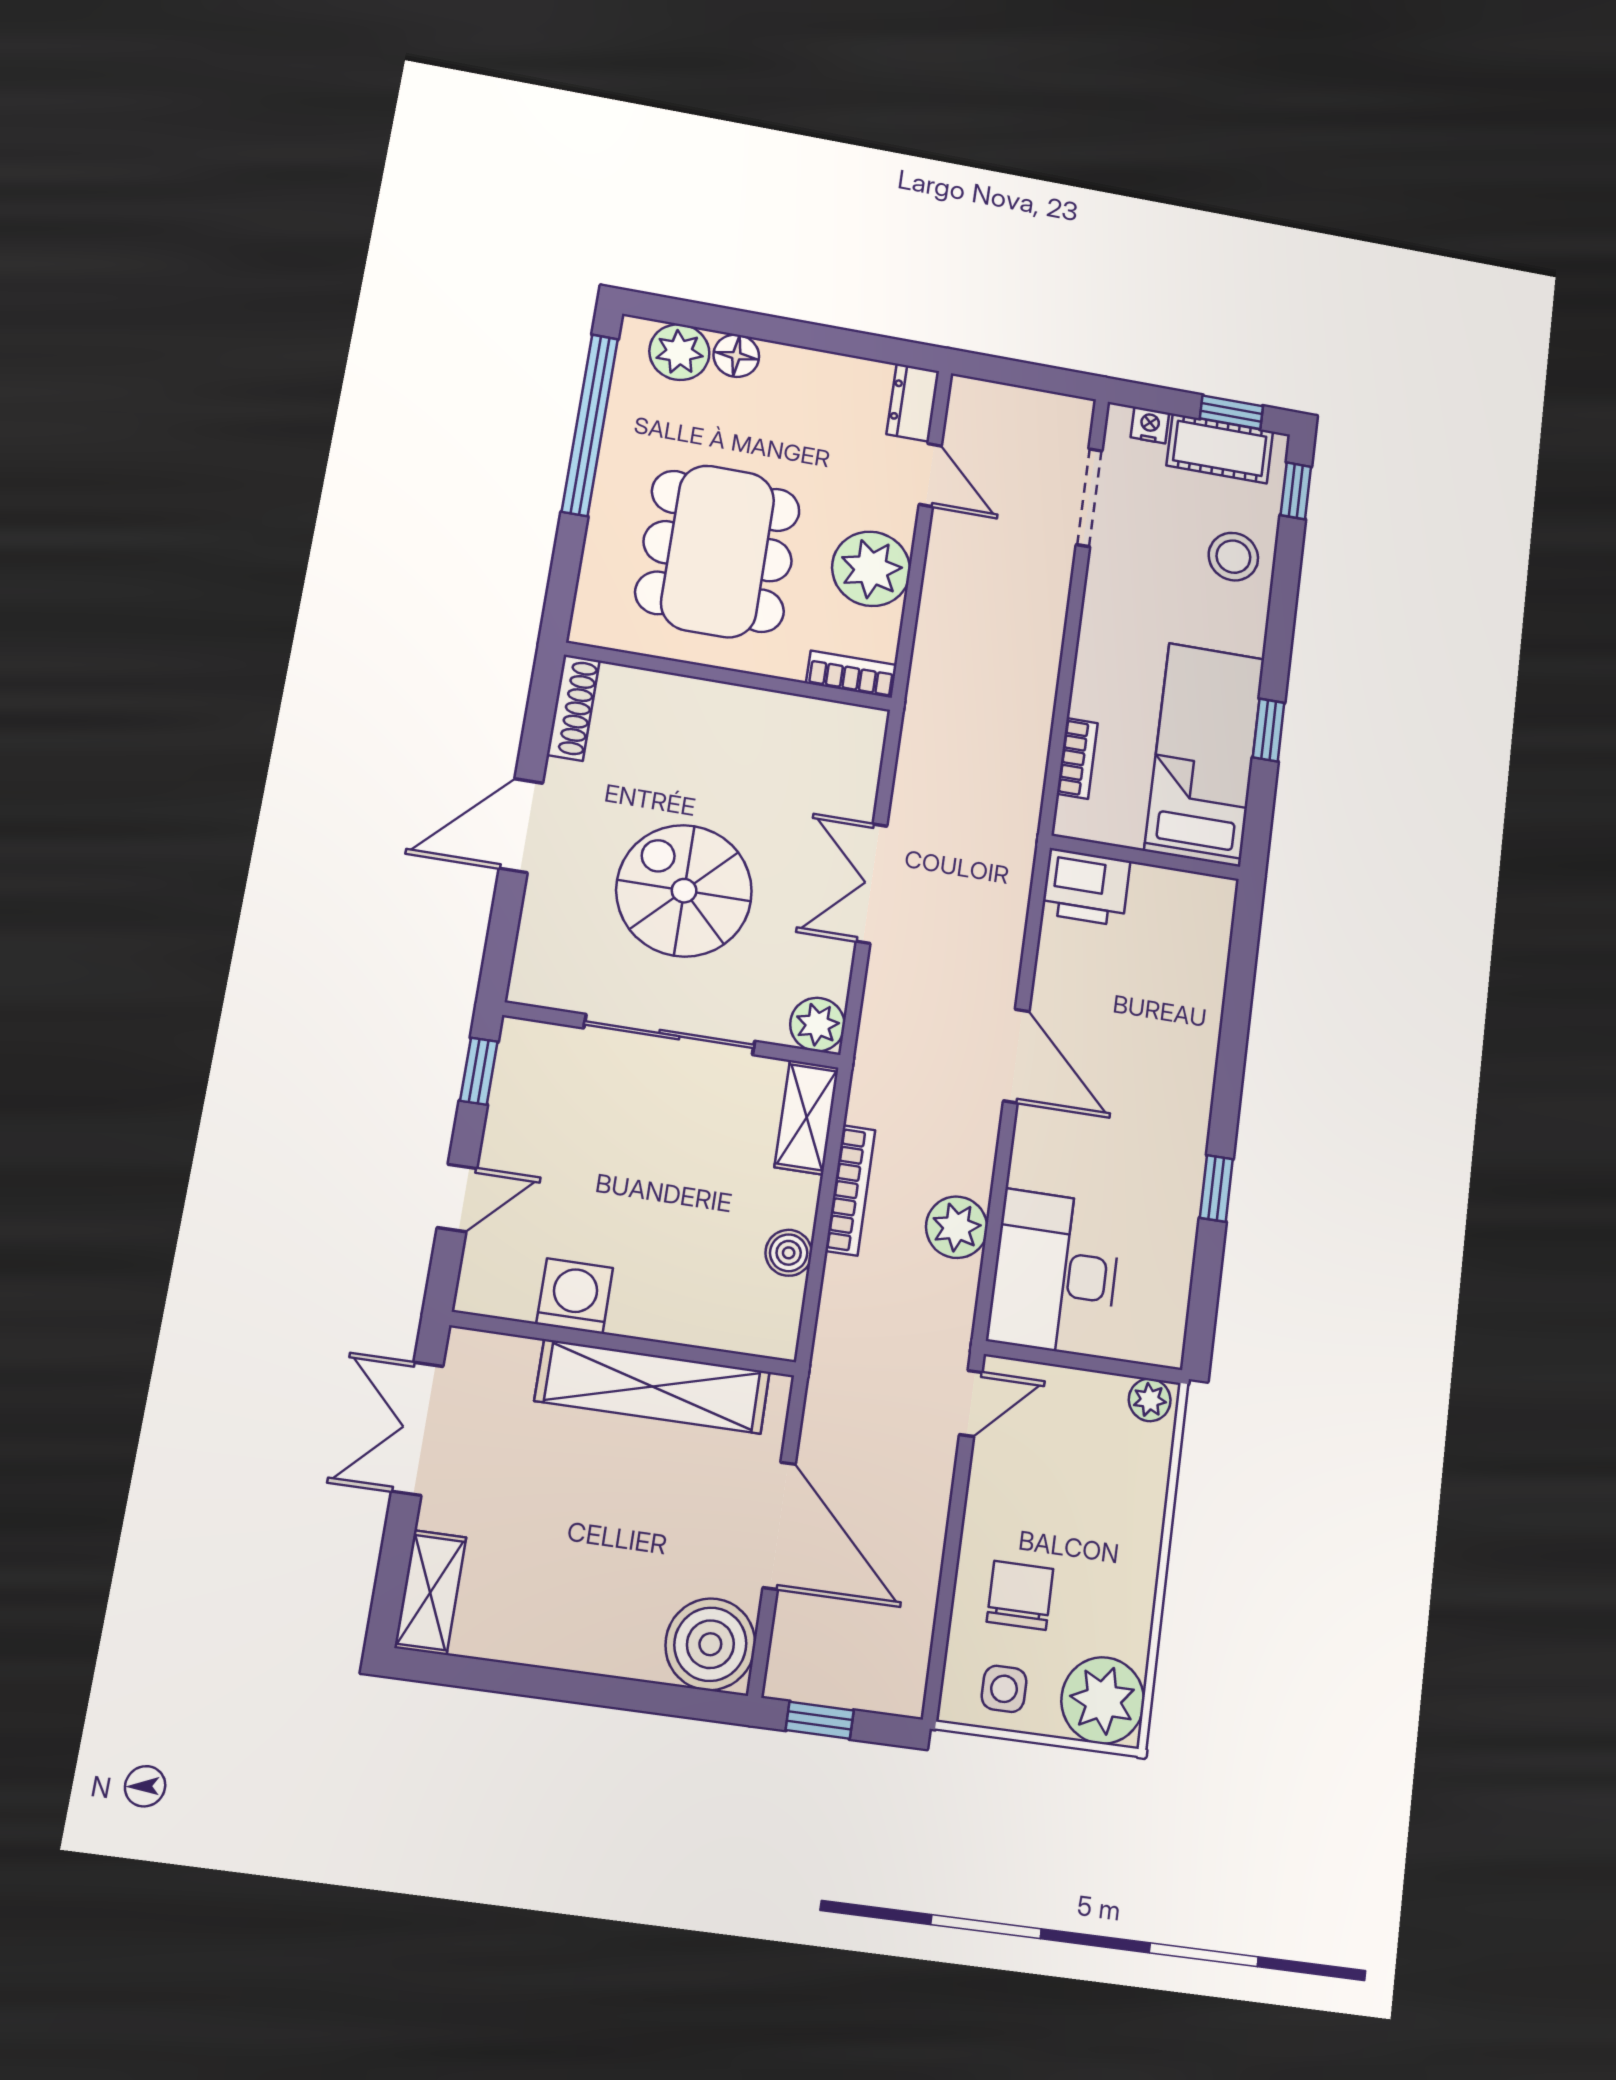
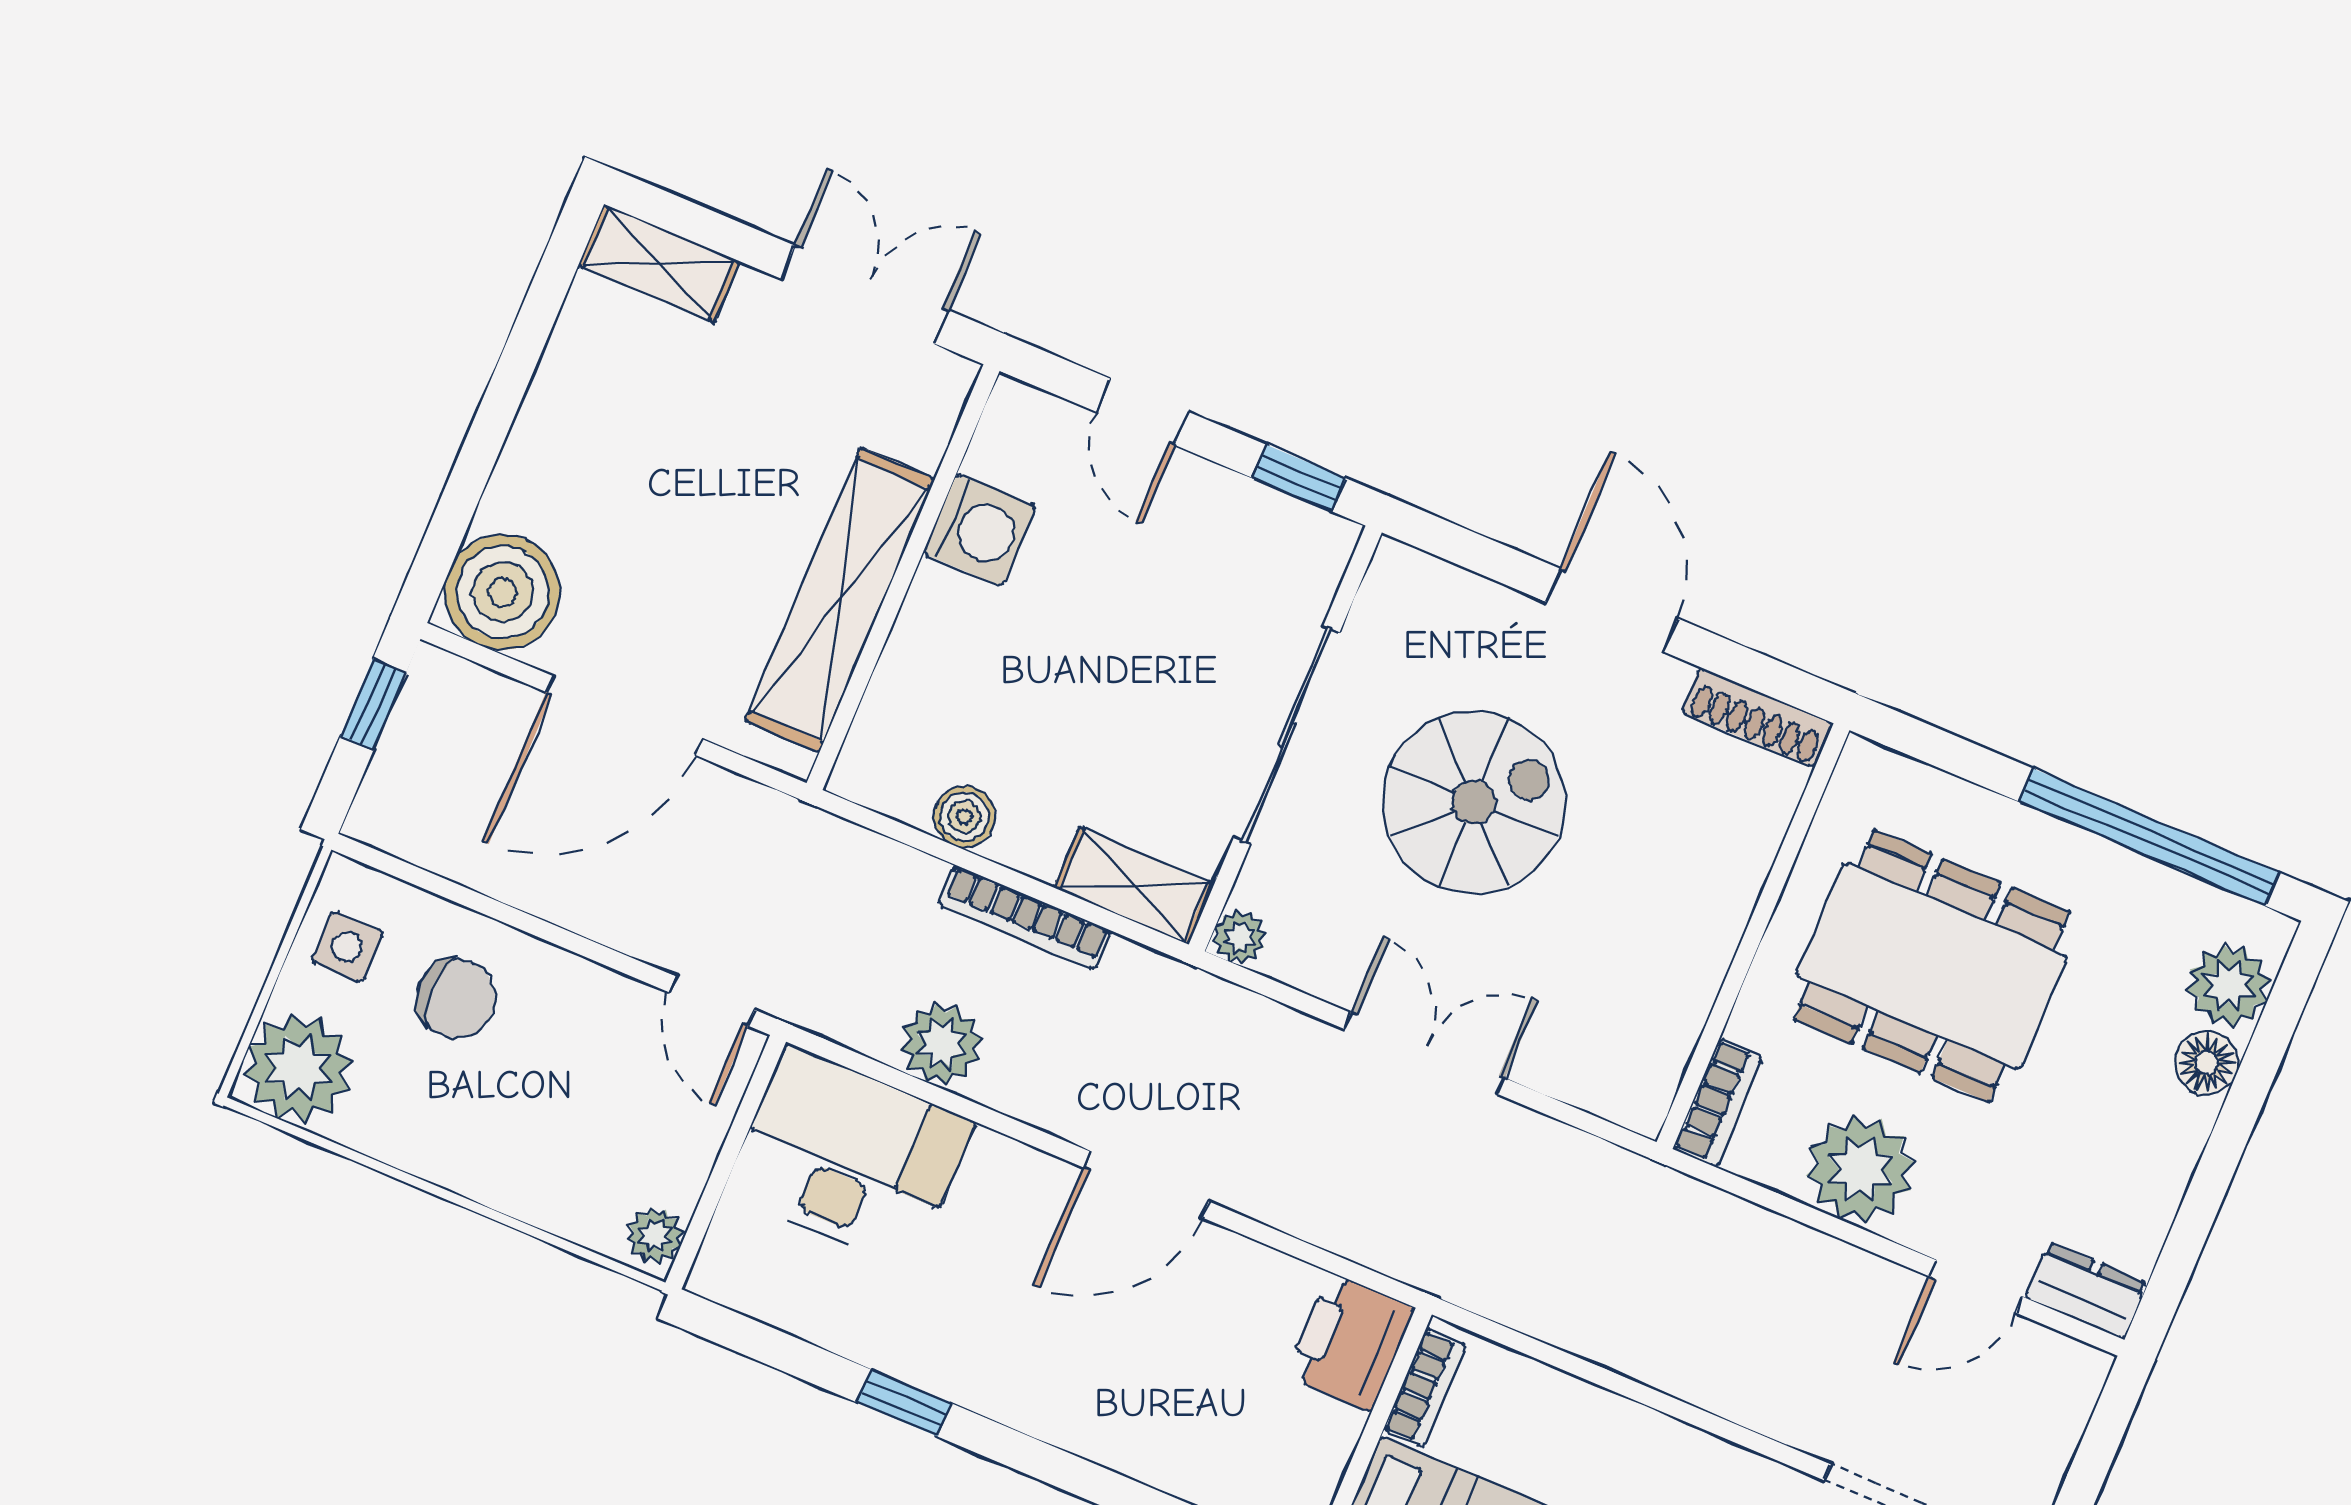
bookcase: (1077, 758) -> (1425, 1388), moved, turned -90
plant: (817, 1024) -> (1240, 937), width x0.73, depth x0.73

